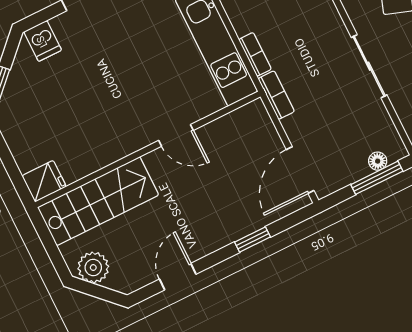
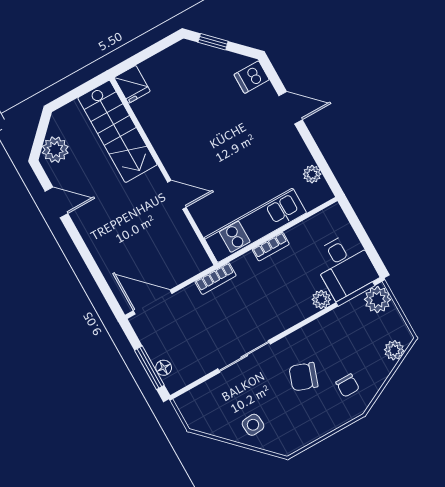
bookcase: (255, 54) -> (271, 247), moved
door: (176, 135) -> (177, 195), swing flipped
window: (252, 240) -> (91, 264), removed
plant: (93, 268) -> (55, 150), moved

